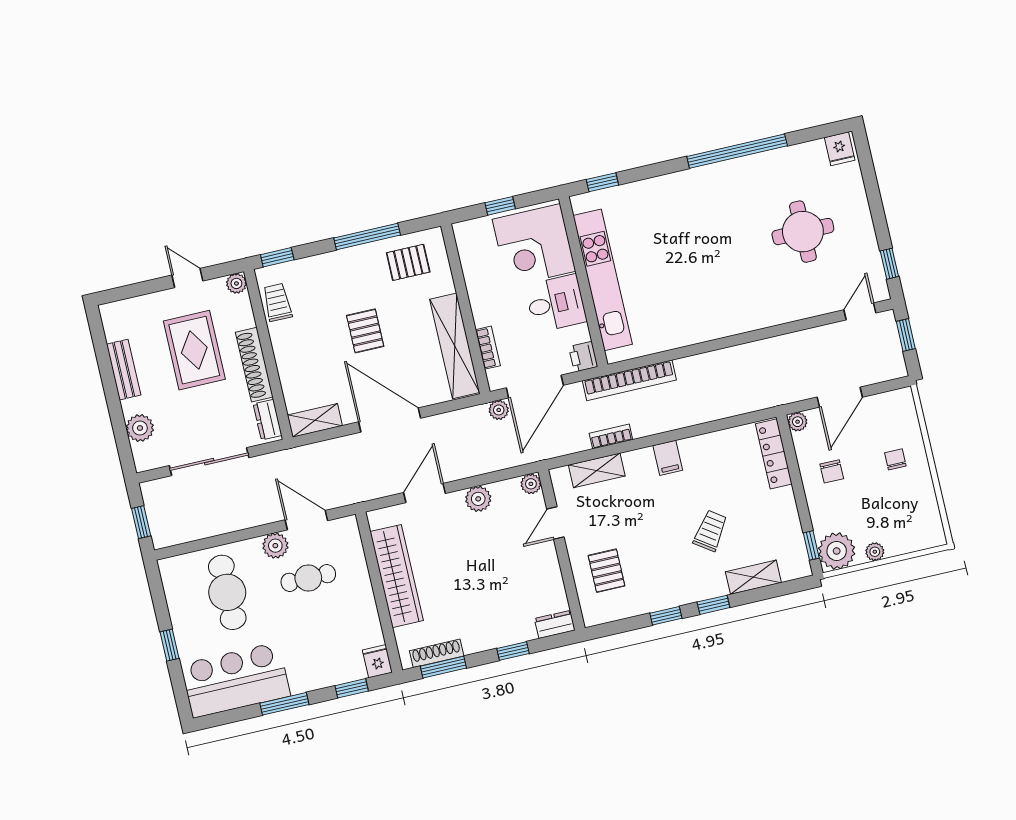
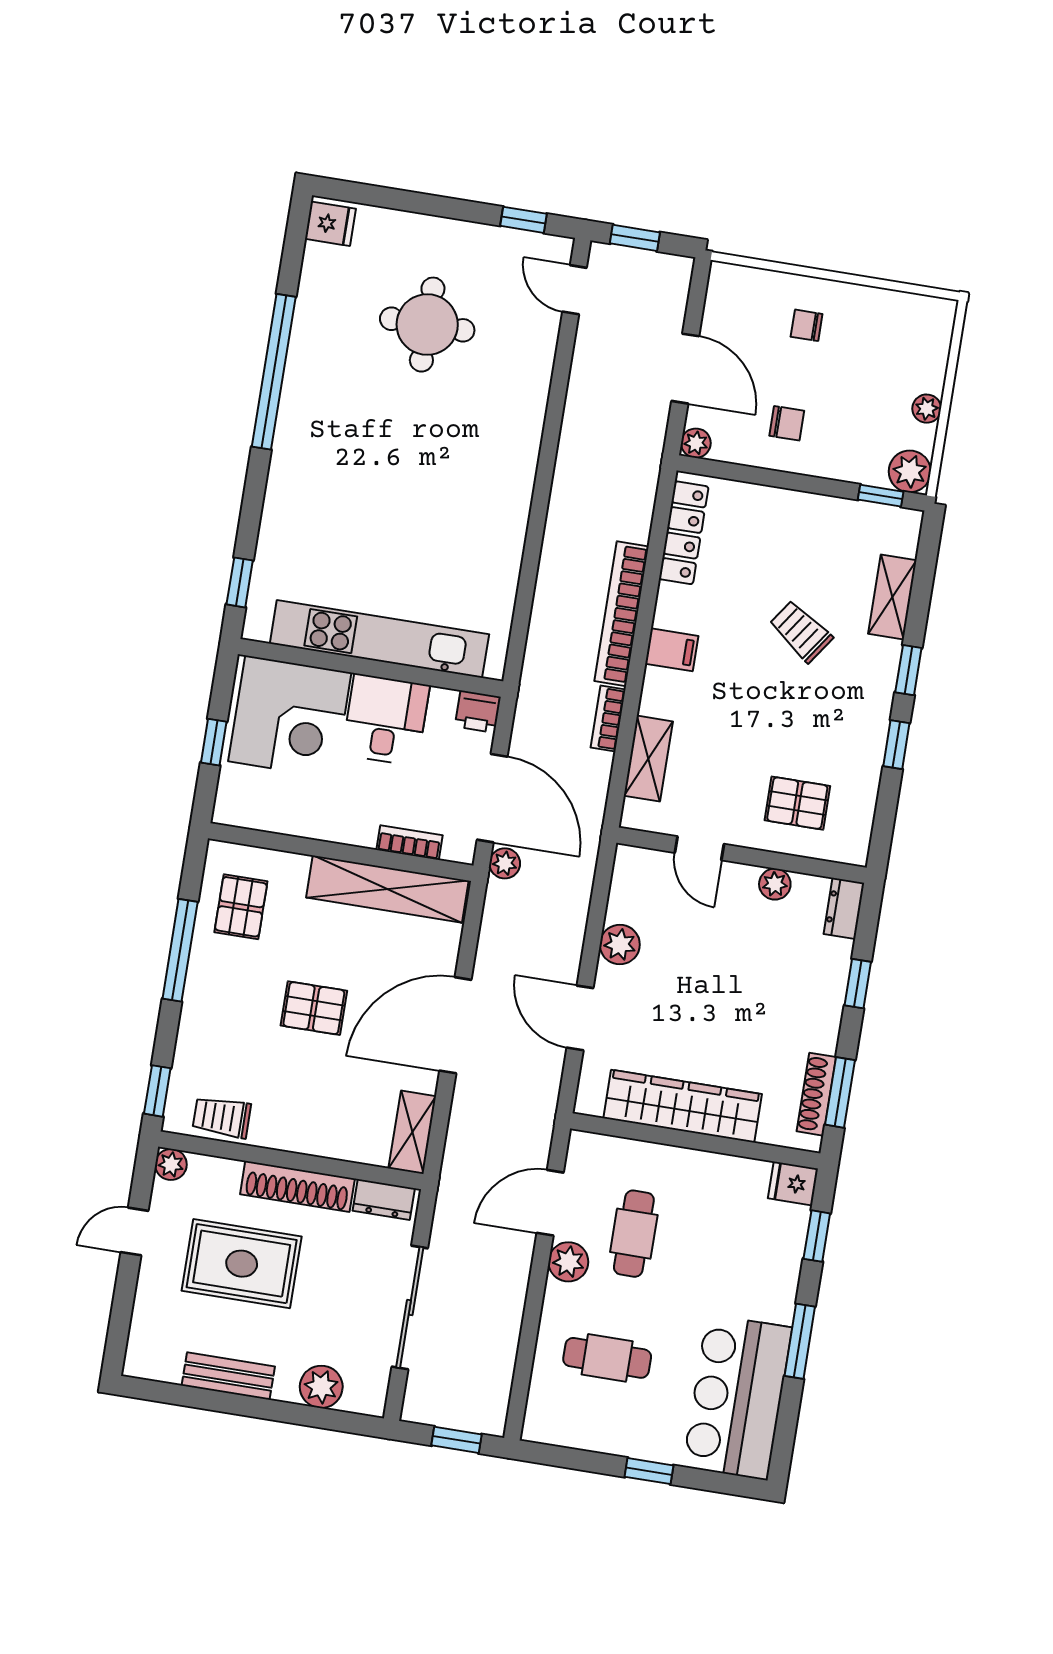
bookcase: (629, 380) -> (622, 614), moved, turned 180
locker: (774, 454) -> (684, 533), moved, turned -90
plant: (531, 484) -> (775, 884), moved
plant: (837, 551) -> (910, 471), width x0.73, depth x0.73
cafe table: (227, 592) -> (607, 1358), width x0.73, depth x0.74

